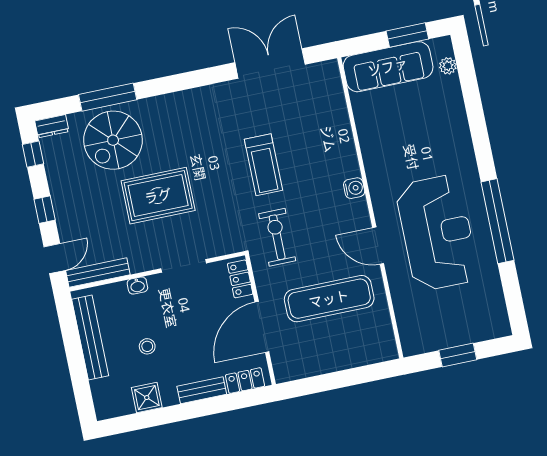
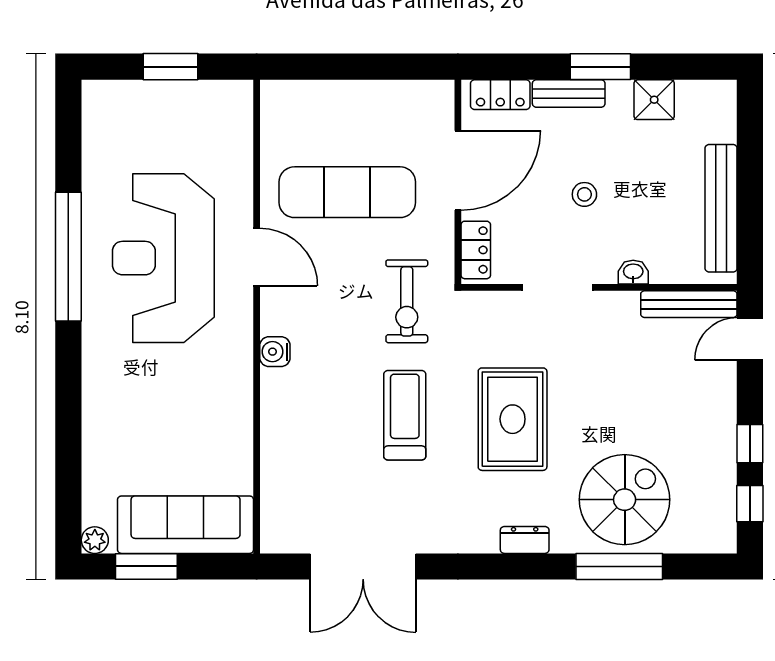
plant: (448, 66) -> (95, 540), moved
dresser: (52, 126) -> (525, 540), moved
rug: (158, 196) -> (513, 419), moved, turned 90
window: (45, 210) -> (750, 444), moved
stool: (147, 346) -> (584, 194), moved
window: (185, 411) -> (600, 67), added

